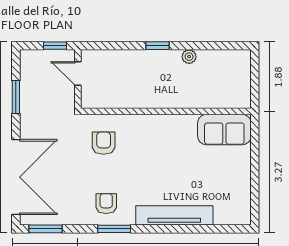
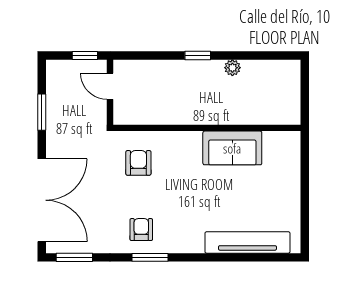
sofa: (224, 130) -> (232, 148), moved
tv unit: (174, 215) -> (247, 242), moved

